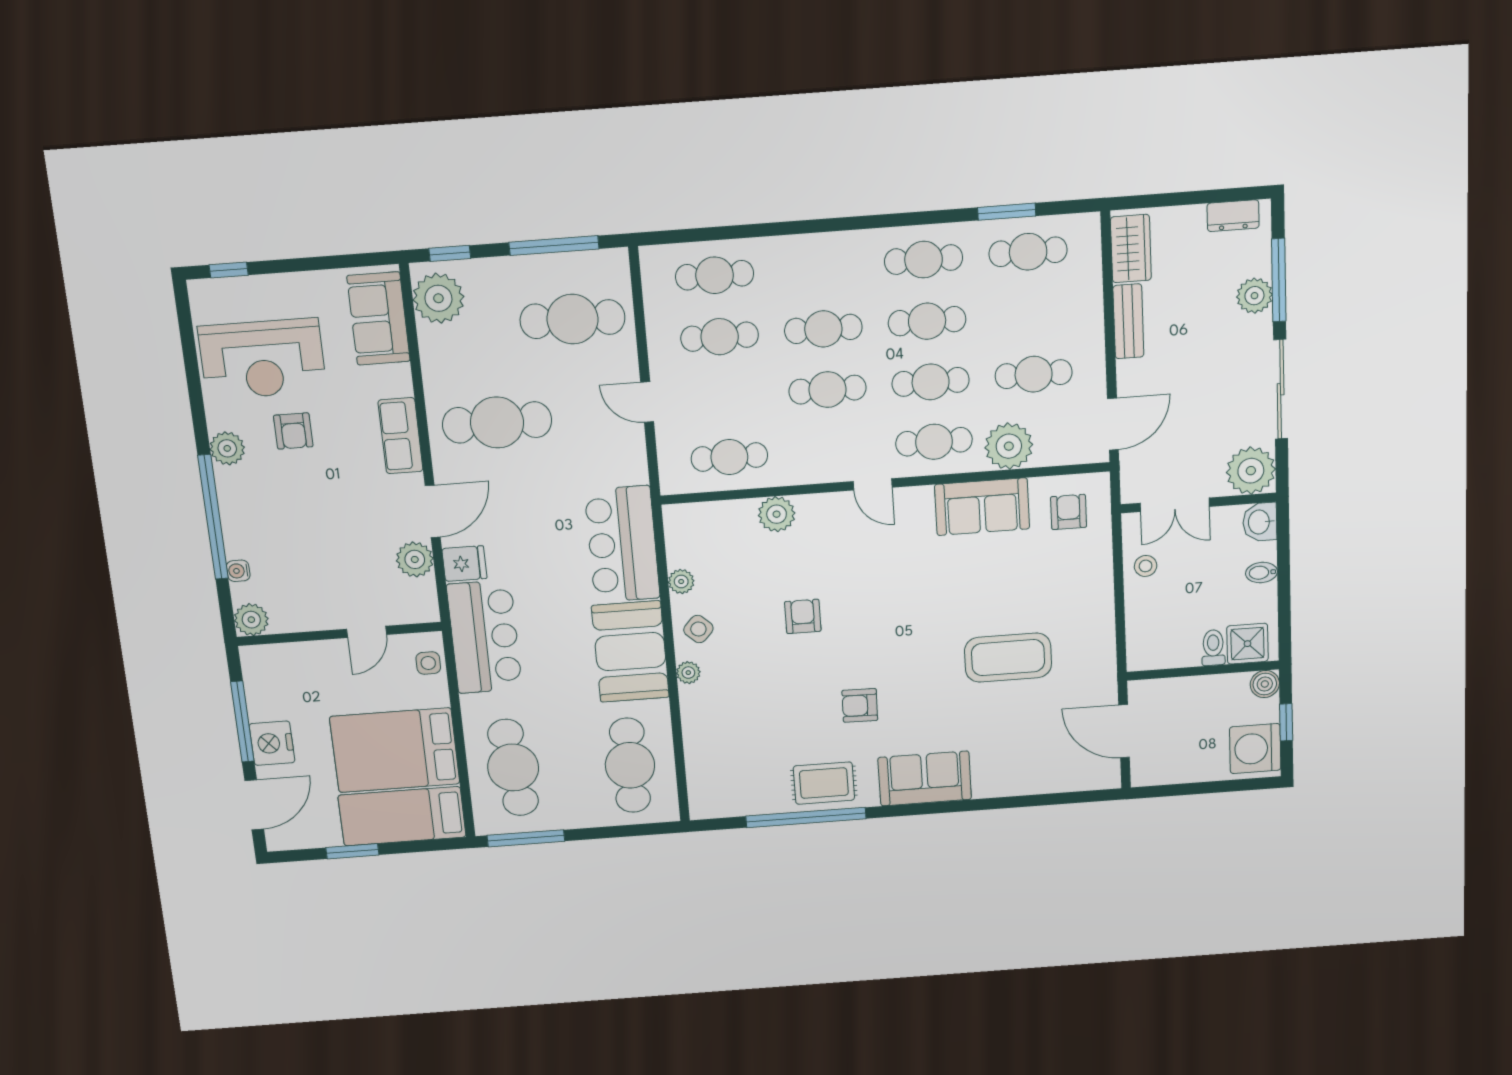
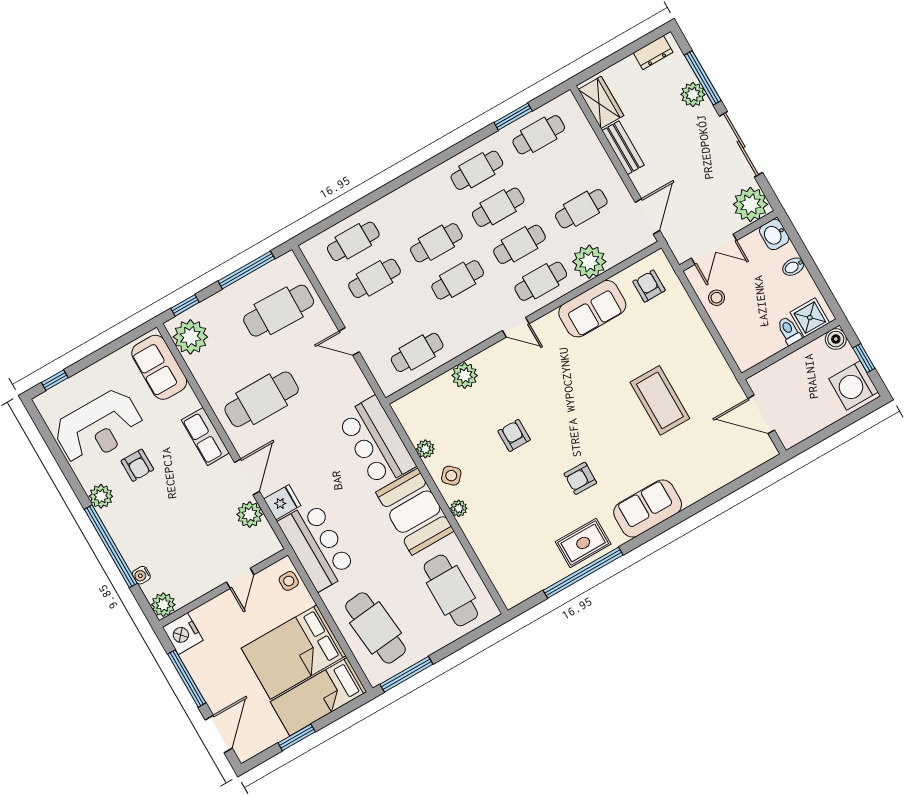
coffee table: (1008, 658) -> (660, 400), turned 90
nightstand: (272, 743) -> (183, 634), moved

